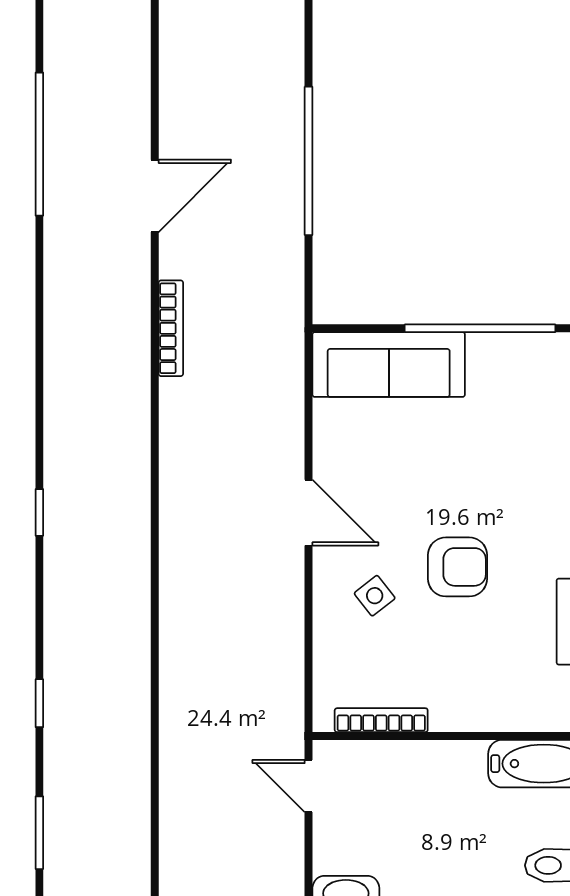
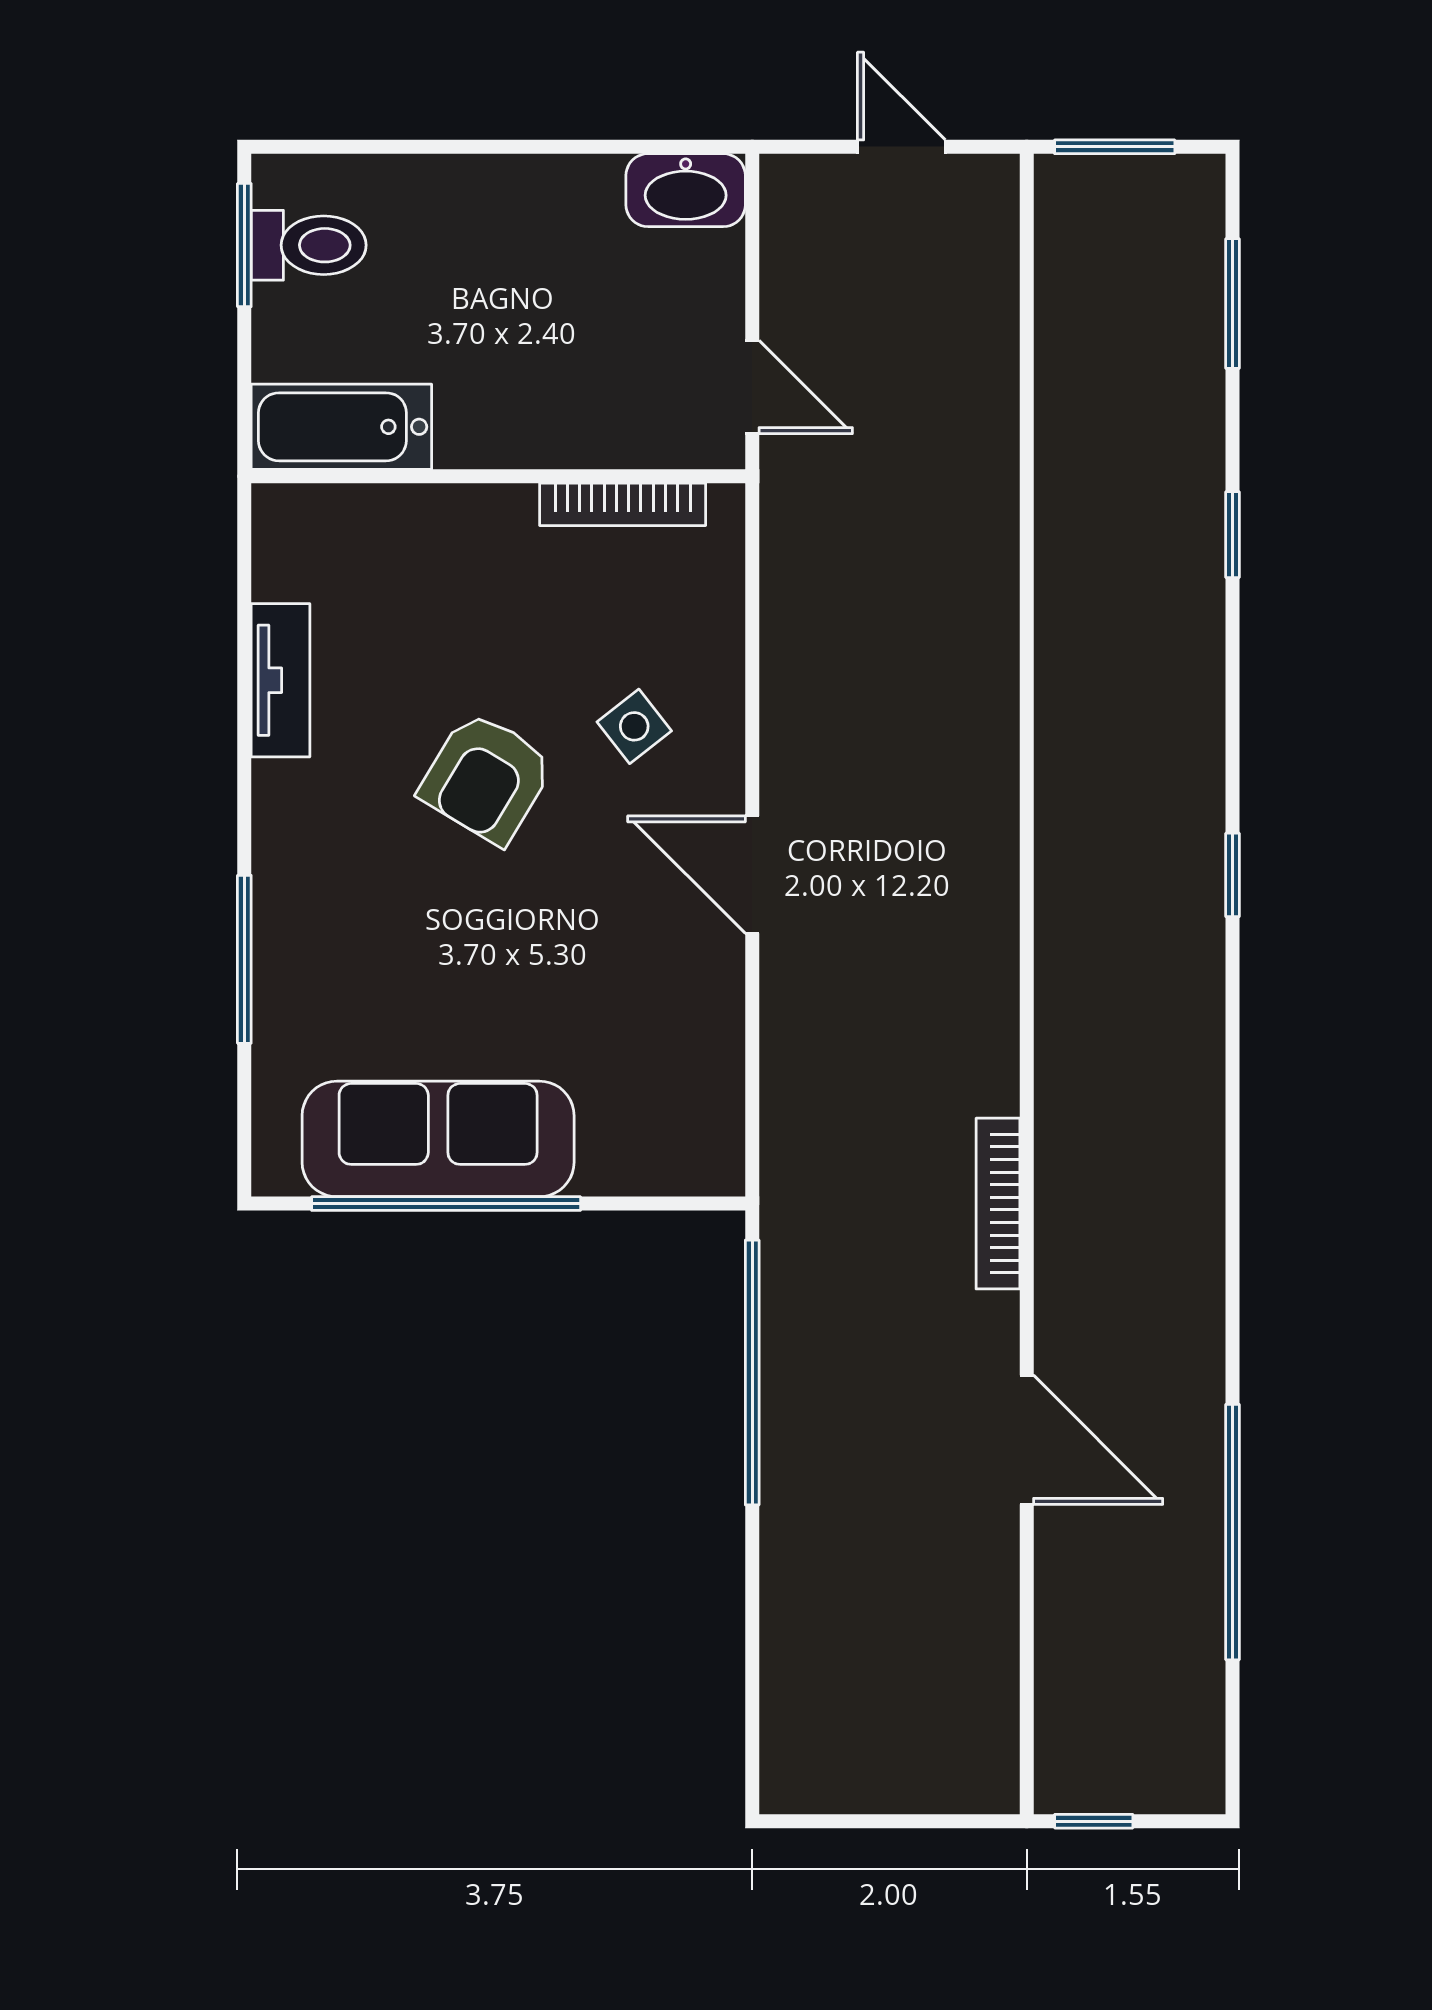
window: (309, 161) -> (752, 1372), moved
door: (155, 196) -> (1027, 1440), swing flipped
sofa: (389, 364) -> (438, 1139), moved
armchair: (457, 567) -> (486, 778), turned -59

